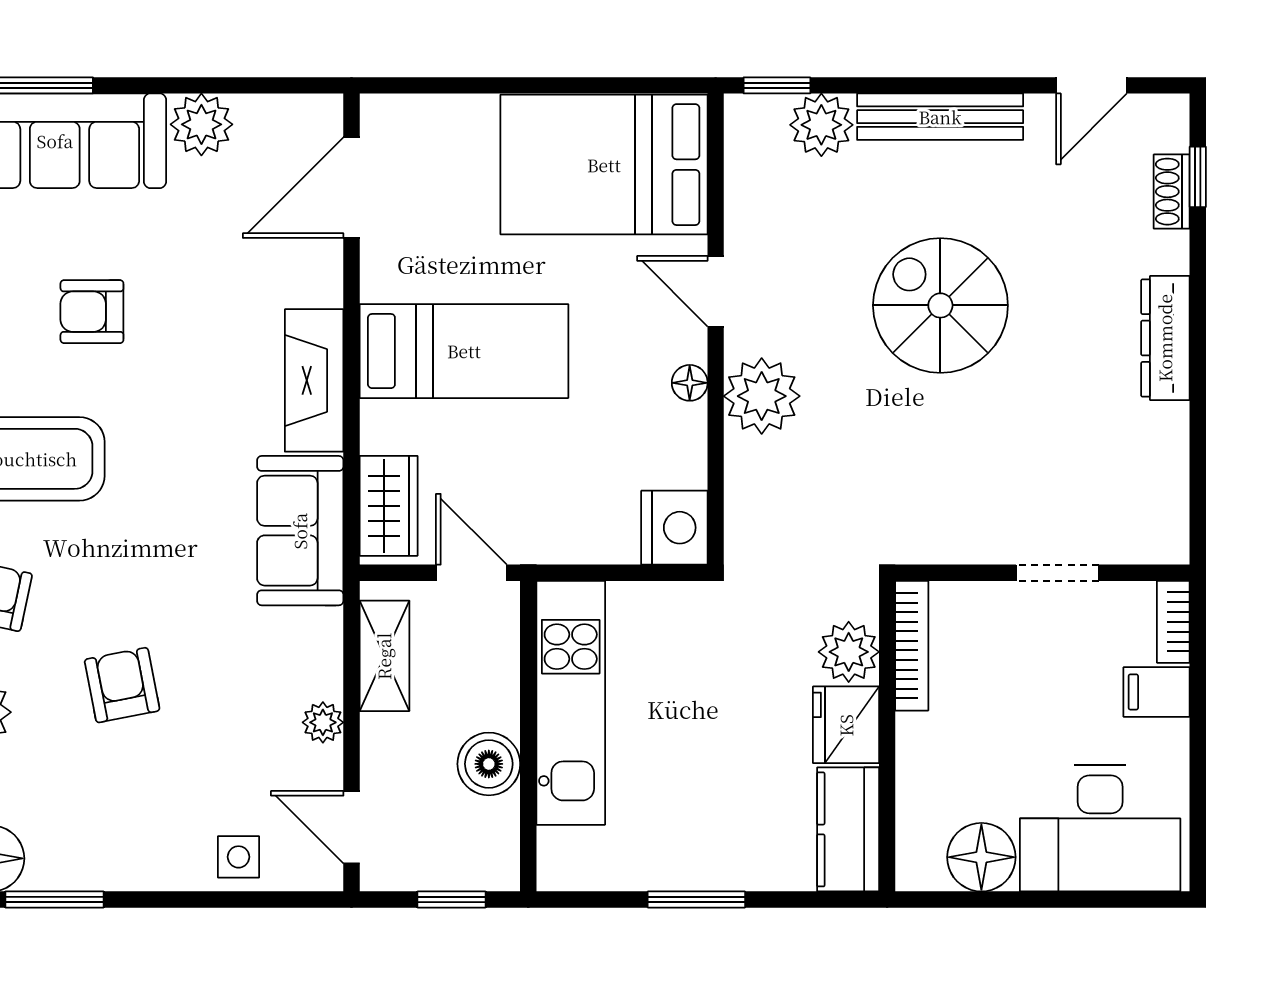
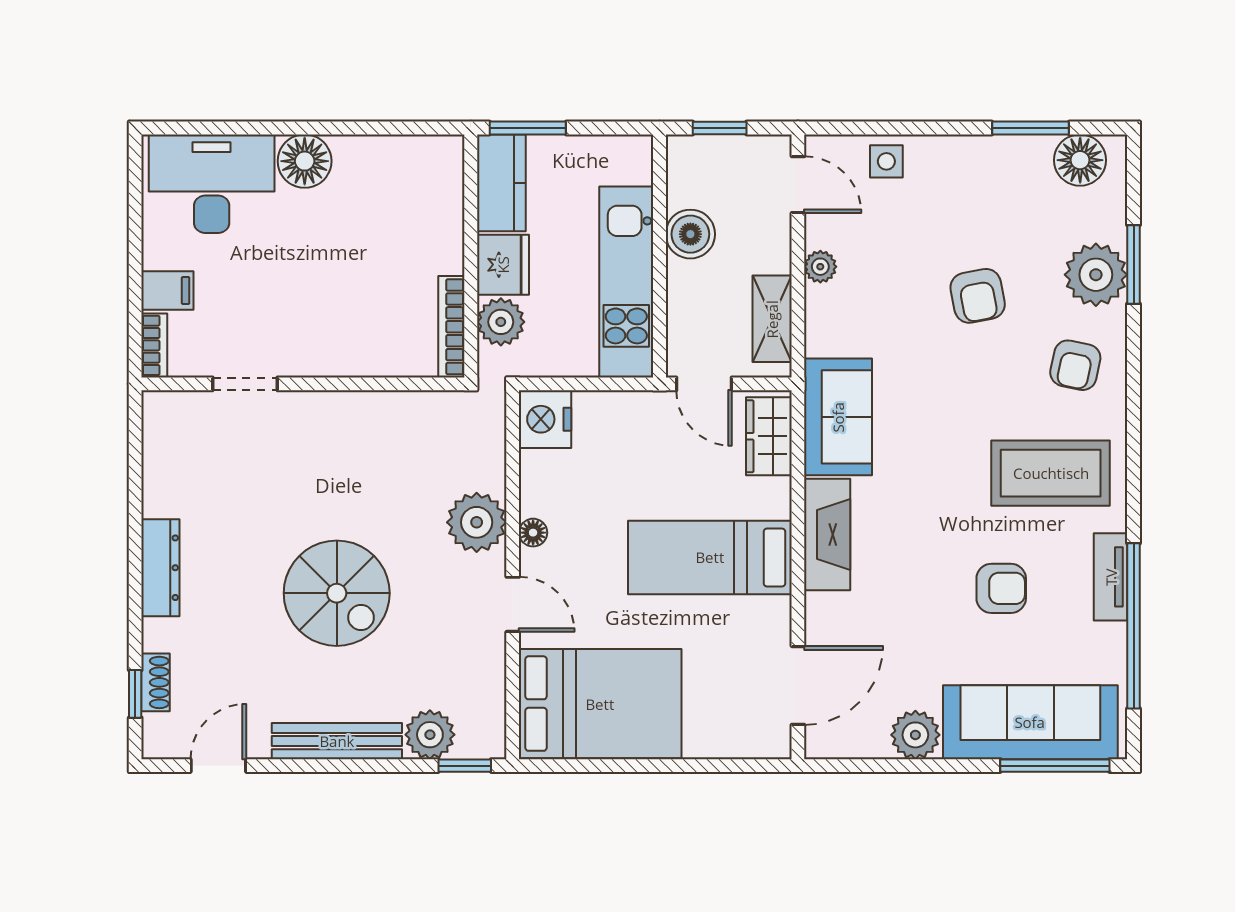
bookcase: (912, 646) -> (451, 327), moved
plant: (849, 652) -> (501, 322), moved
fridge: (846, 725) -> (503, 265), moved
wall: (887, 736) -> (471, 256), moved
kitchen counter: (848, 829) -> (501, 183), moved

